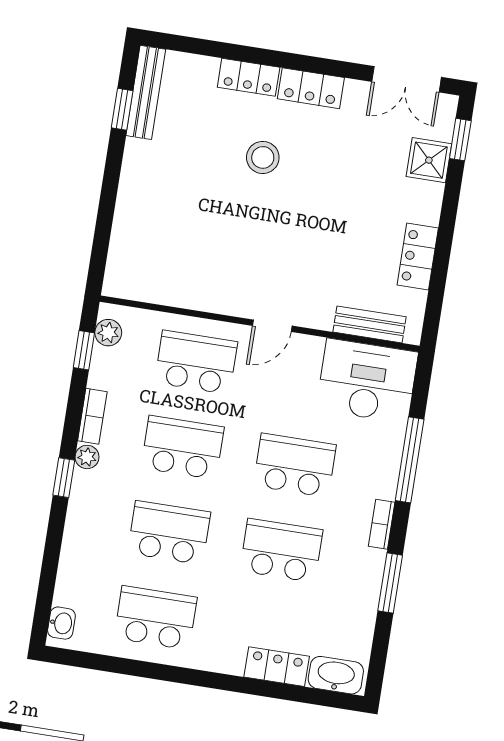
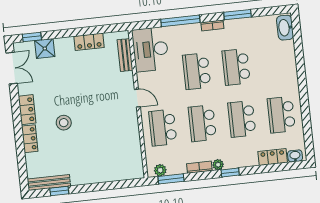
window: (84, 350) -> (171, 179), width x1.50
locker: (277, 667) -> (273, 157), moved, turned 90

